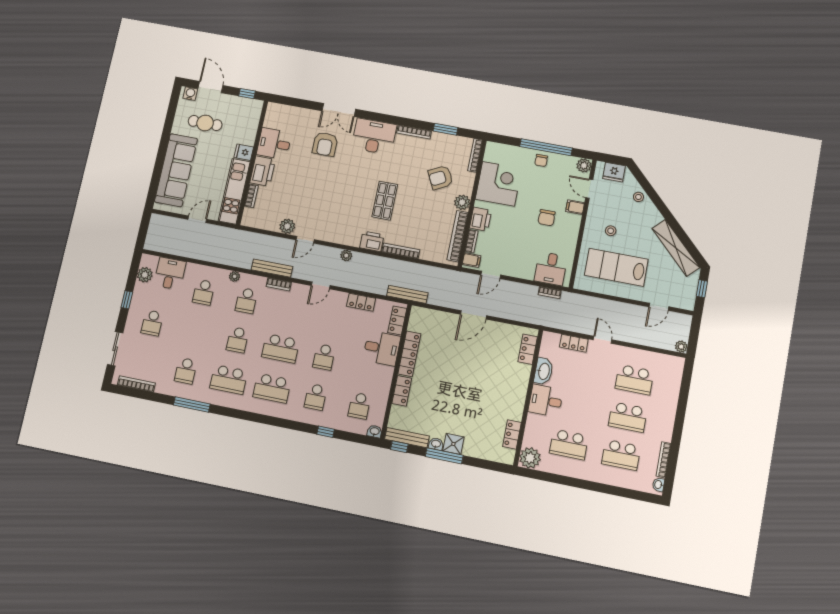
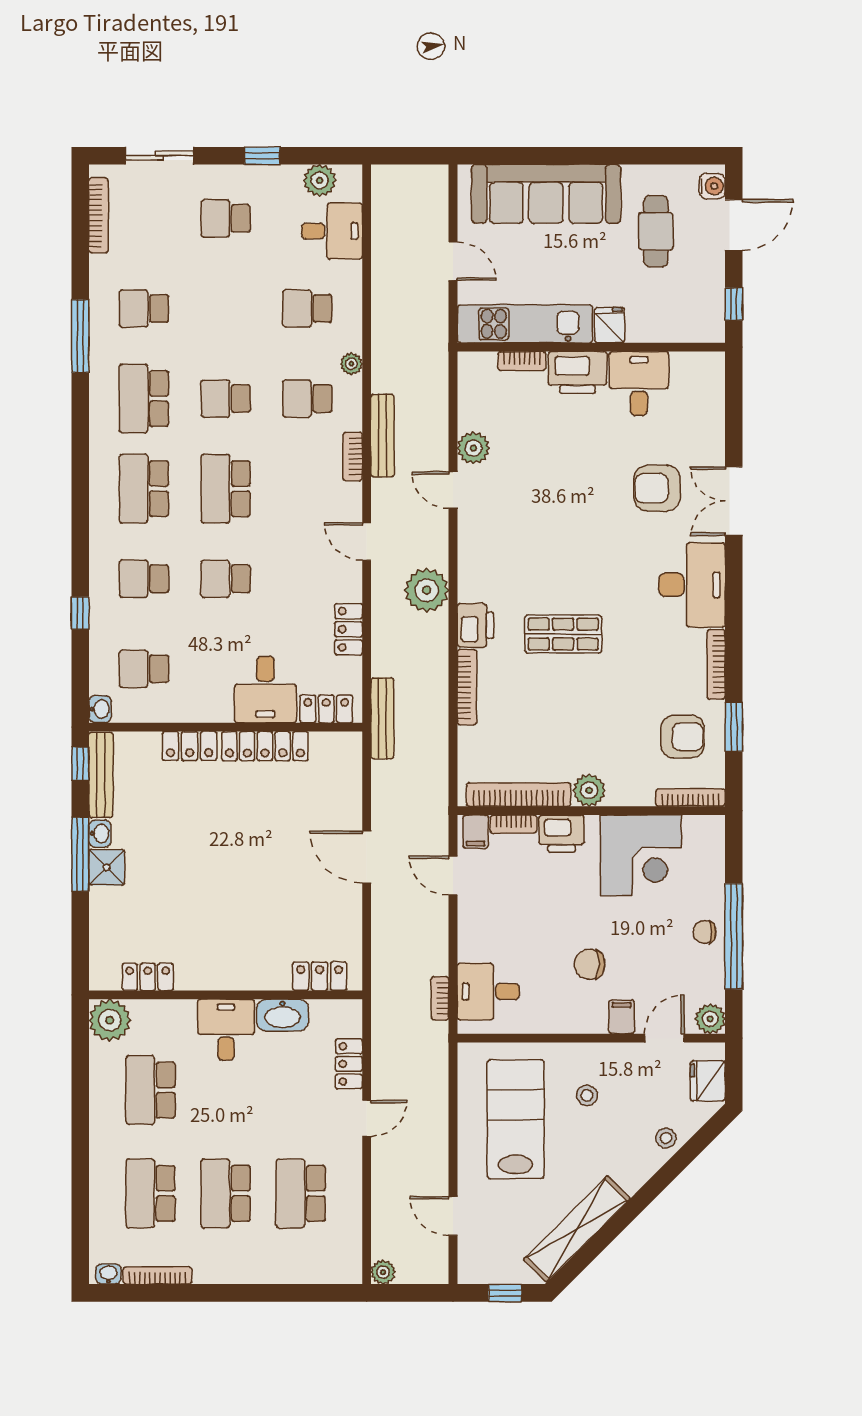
armchair: (440, 178) -> (683, 737), moved, turned 117
plant: (346, 255) -> (427, 590), width x1.87, depth x1.87

